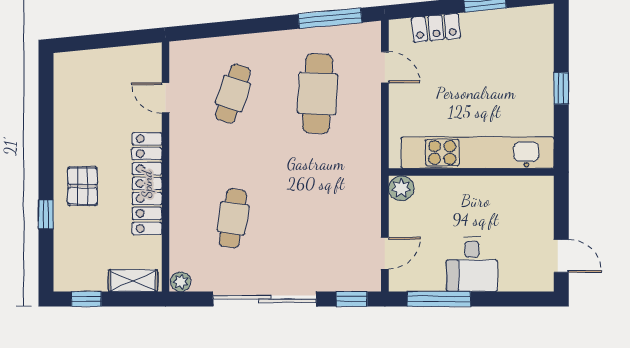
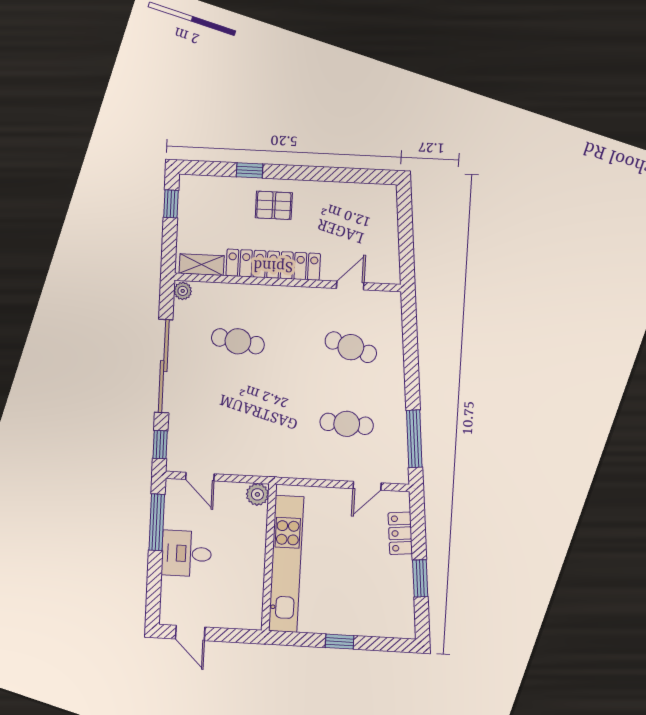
cafe table: (318, 94) -> (347, 424), width x0.73, depth x0.74
door: (561, 256) -> (190, 633), hinge flipped
shelving: (133, 281) -> (202, 265), moved, turned 90

